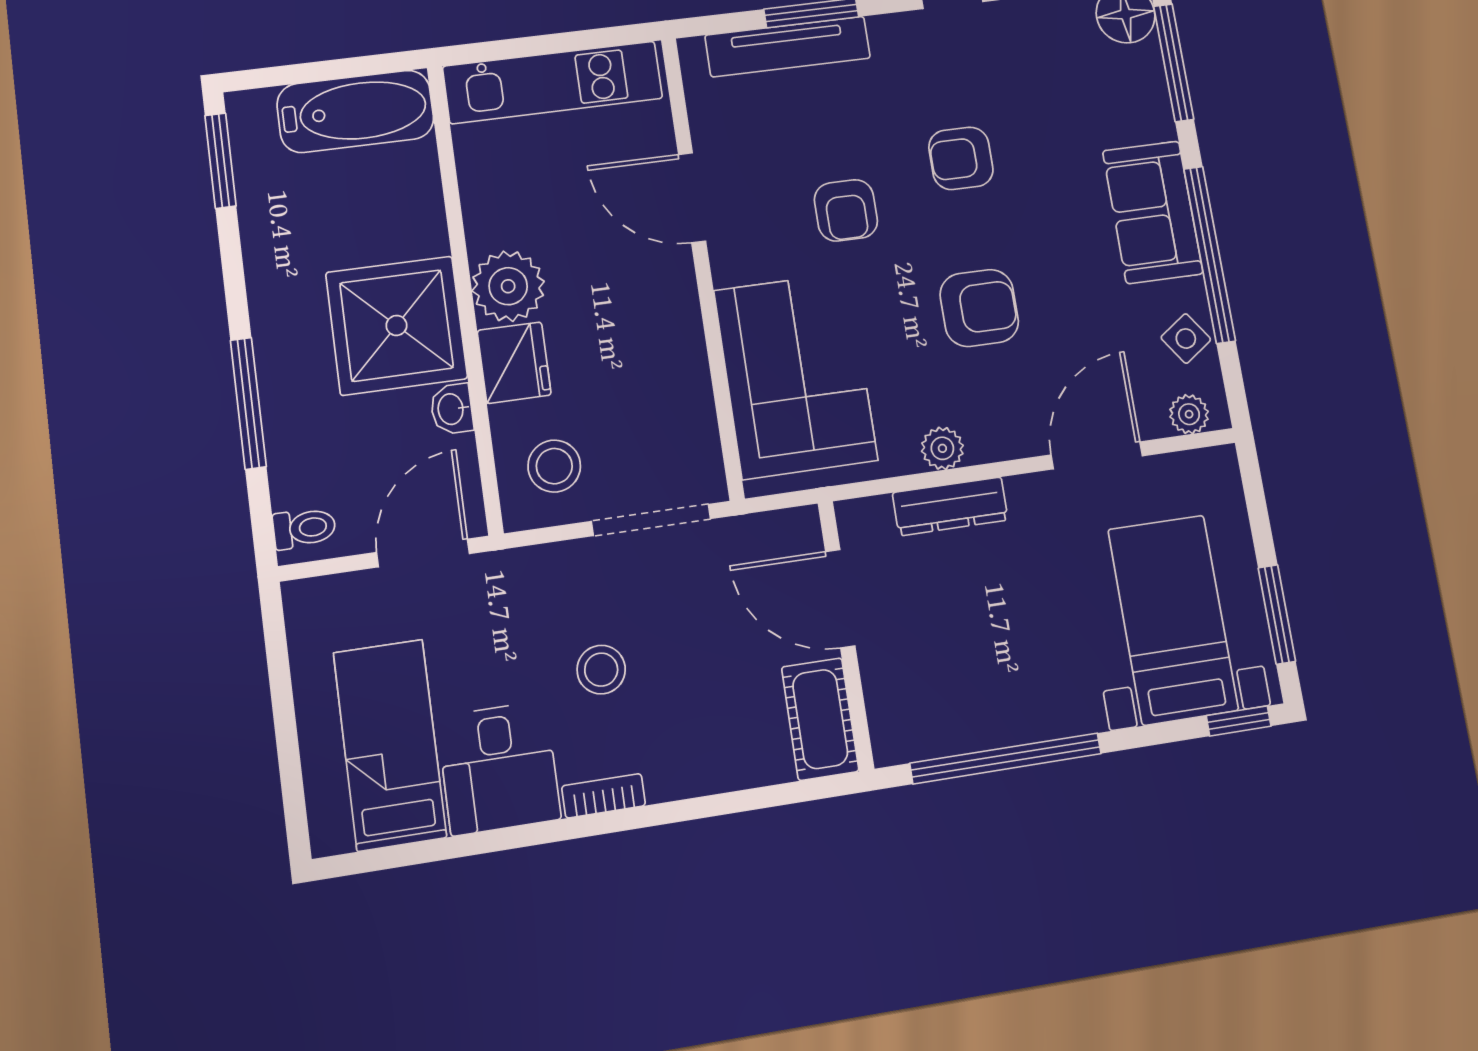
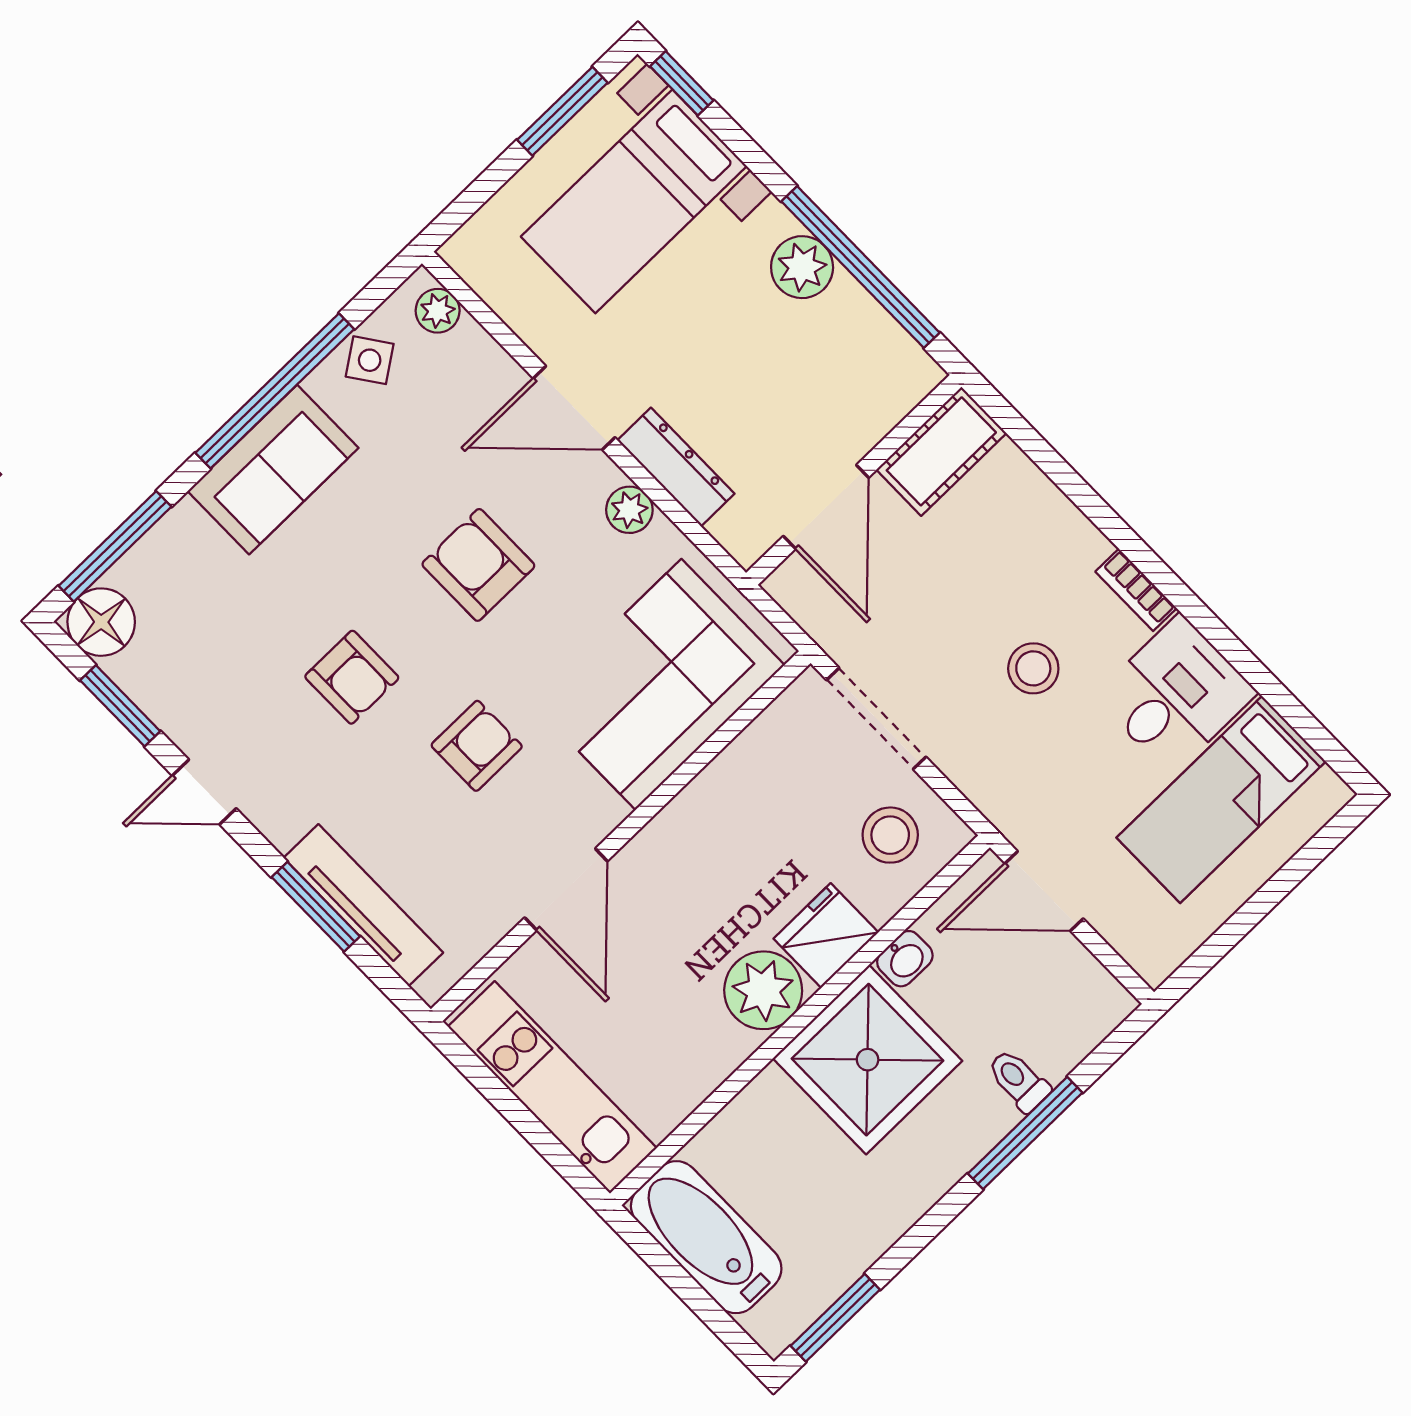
door: (1097, 455) -> (574, 408), moved
toilet: (304, 528) -> (1019, 1080), moved
plant: (1036, 713) -> (802, 267), added

